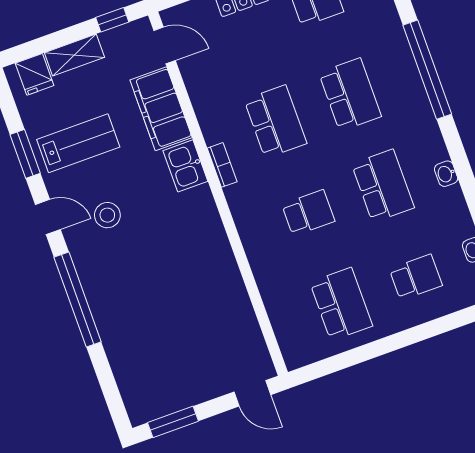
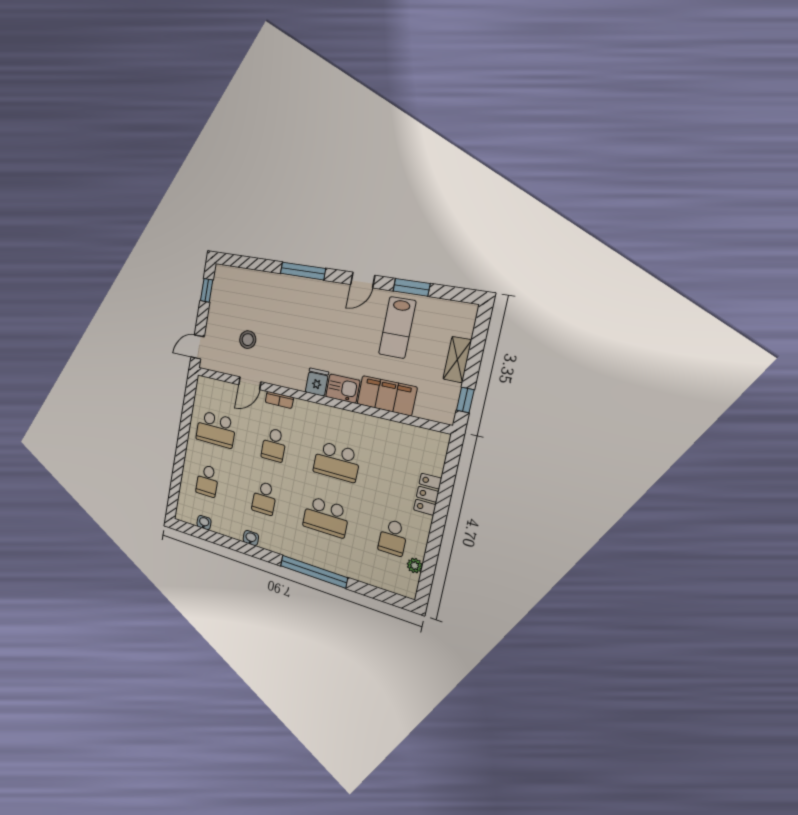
door: (165, 45) -> (250, 383), moved
fridge: (35, 74) -> (317, 382), moved, turned 90
bookcase: (222, 165) -> (279, 400), moved
school desk: (383, 186) -> (264, 498), width x0.54
stool: (107, 215) -> (248, 340), moved
window: (78, 300) -> (303, 271), width x0.68
window: (173, 422) -> (207, 290), width x0.67

